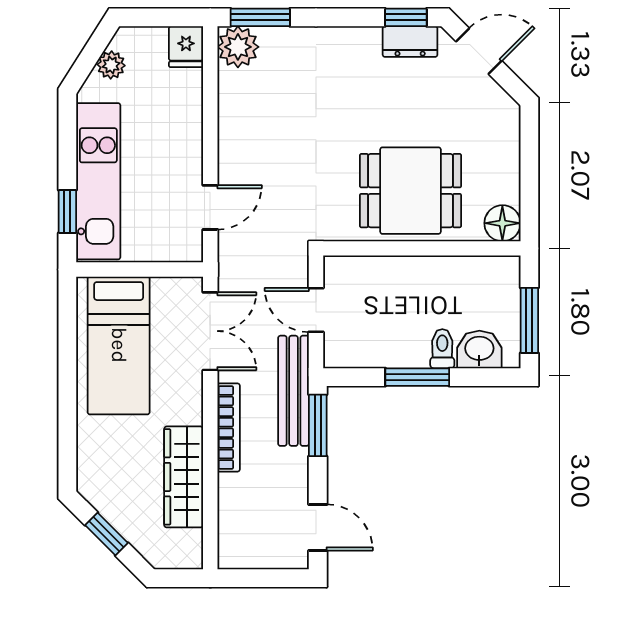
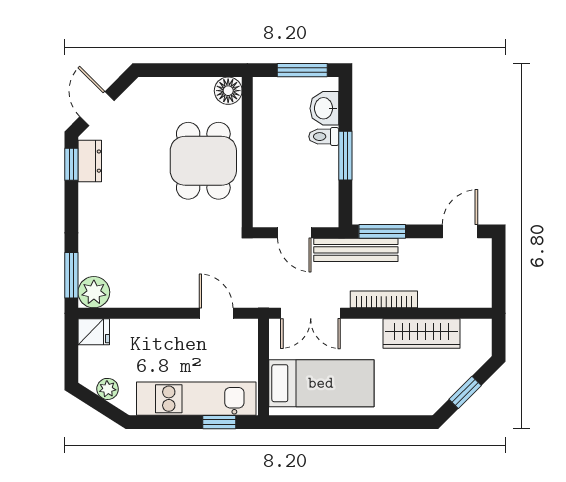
door: (316, 310) -> (294, 233), hinge flipped
double door: (210, 331) -> (311, 313), swing flipped

